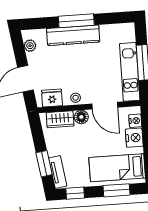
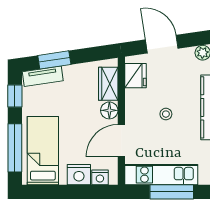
stool: (76, 98) -> (166, 114), moved
window: (116, 190) -> (15, 148), width x1.44

